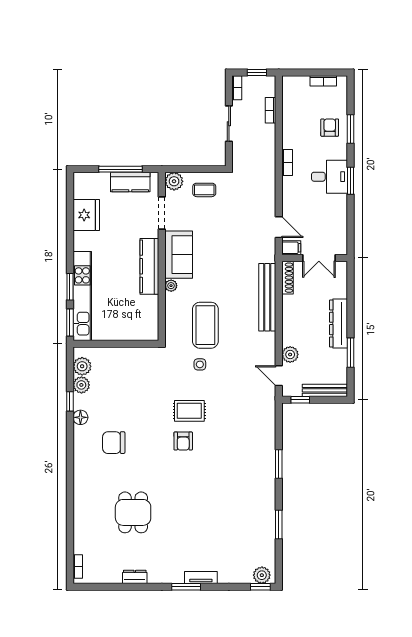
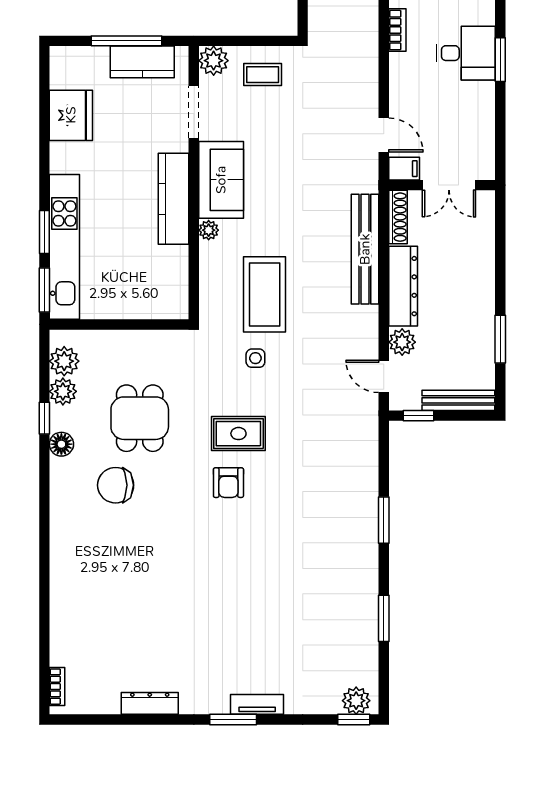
dresser: (339, 323) -> (403, 286), moved, turned 180
dining table: (133, 512) -> (140, 418), moved
dresser: (135, 577) -> (150, 703), width x1.44

